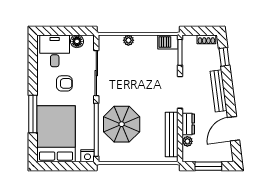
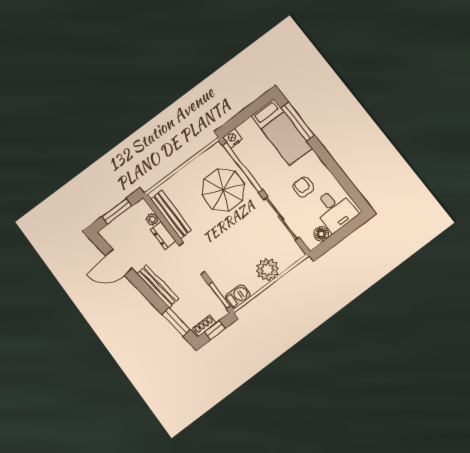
window: (202, 31) -> (215, 330), added
plant: (128, 40) -> (268, 270), width x1.88, depth x1.88
window: (224, 57) -> (176, 322), width x1.50
armchair: (64, 83) -> (303, 187), turned 90
window: (33, 114) -> (298, 122), moved
door: (233, 129) -> (119, 262), swing flipped
bed: (56, 134) -> (282, 132), width x0.67

